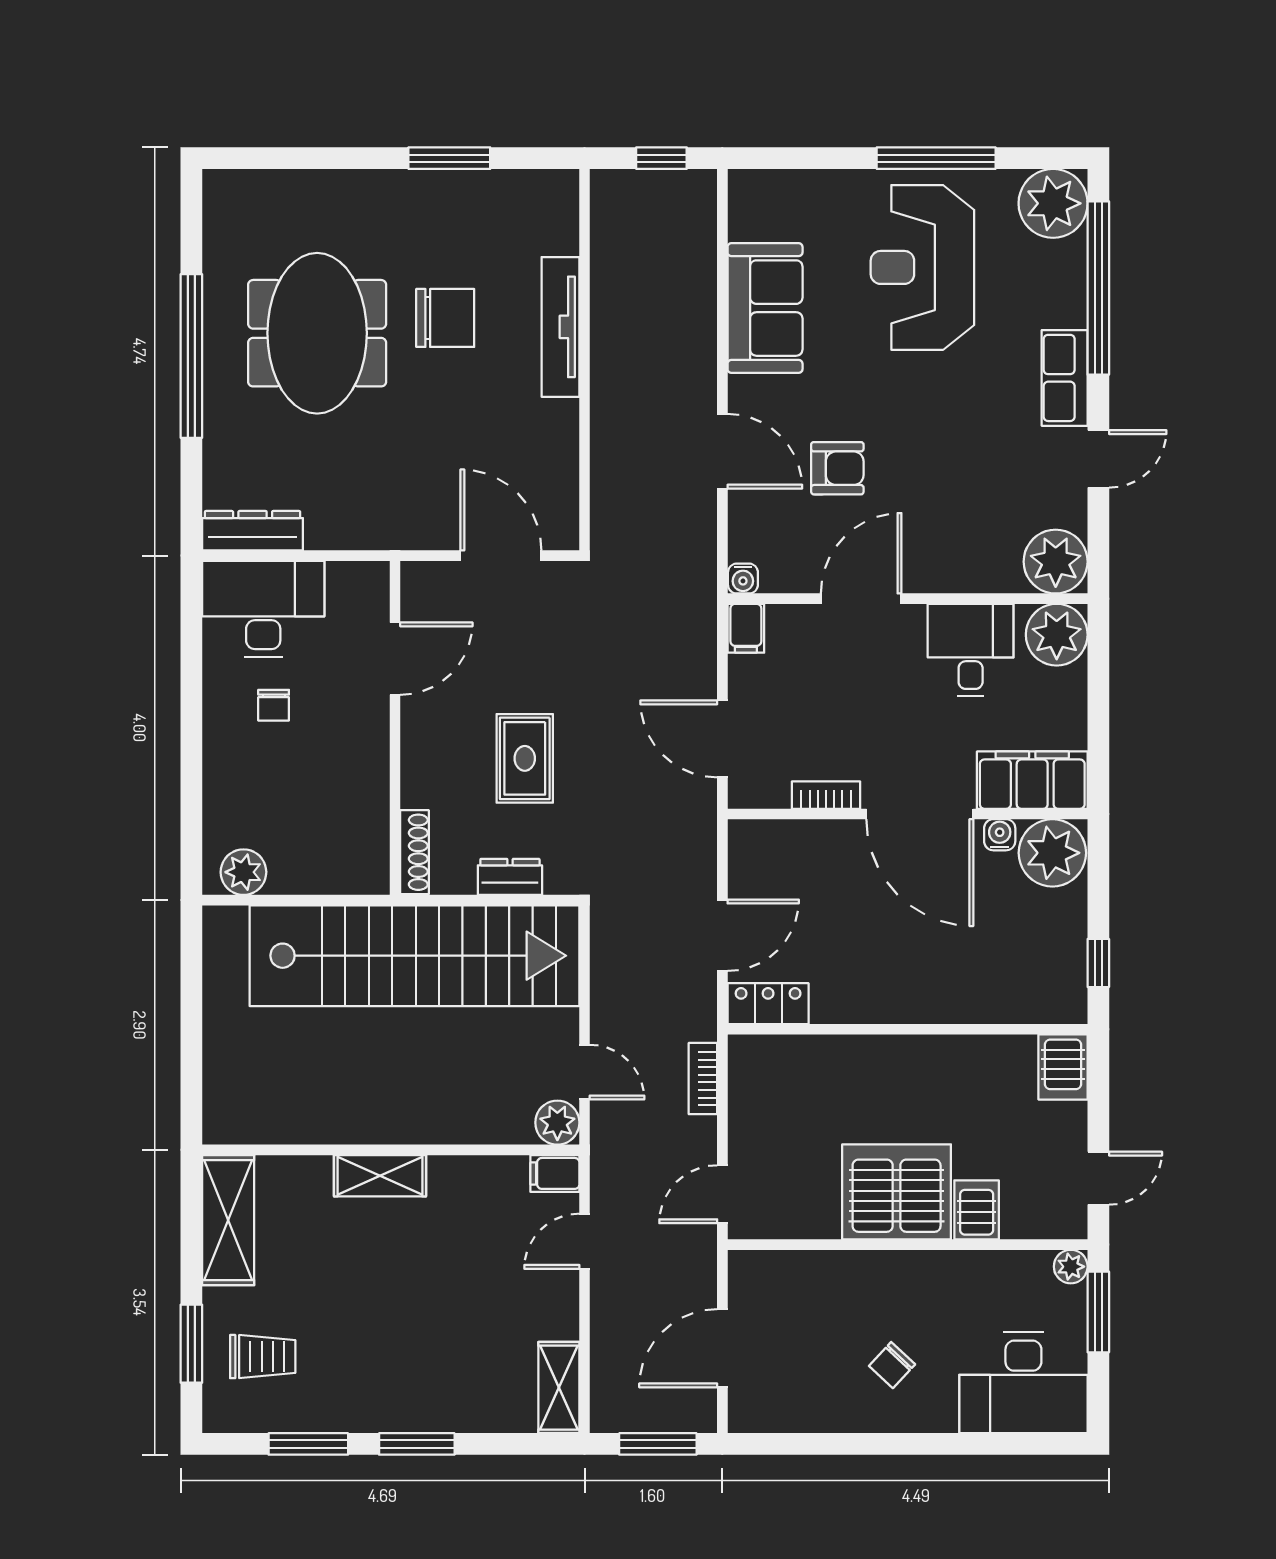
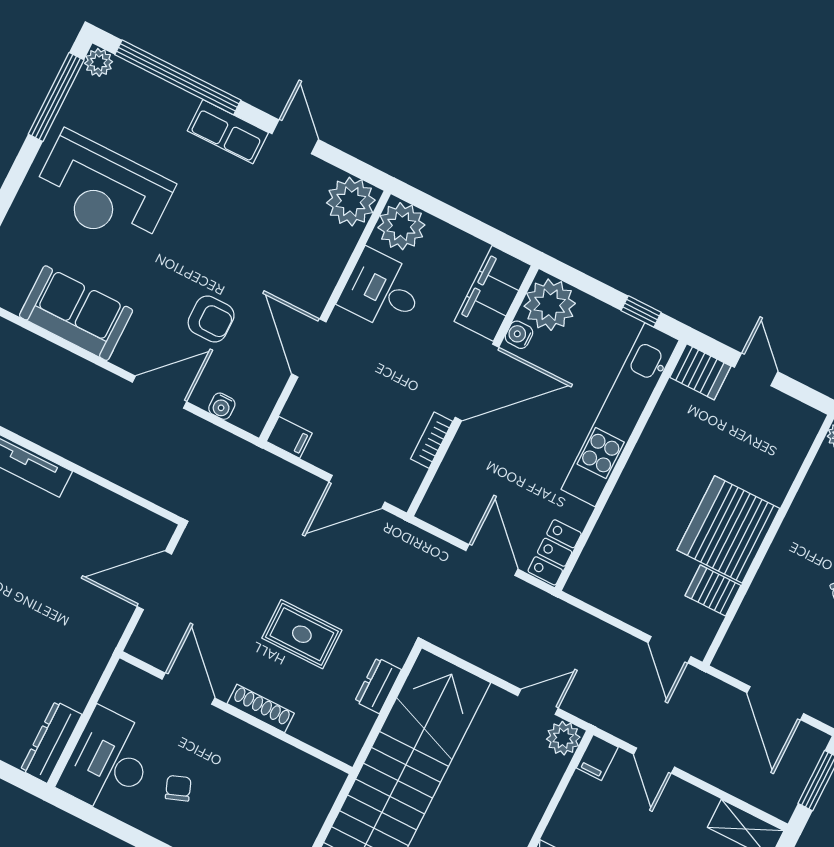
window: (936, 158) -> (56, 97), moved
plant: (1053, 203) -> (99, 62), width x0.53, depth x0.53
armchair: (837, 468) -> (211, 319), turned 90
water cooler: (743, 579) -> (222, 406), moved, turned 90
chair: (274, 705) -> (178, 788), turned -110
shoe rack: (415, 852) -> (261, 708), moved
kitchen unit: (966, 999) -> (620, 415), added
bookcase: (703, 1079) -> (583, 623), removed
door: (1098, 1178) -> (756, 370), moved
server rack: (977, 1210) -> (713, 591), moved

